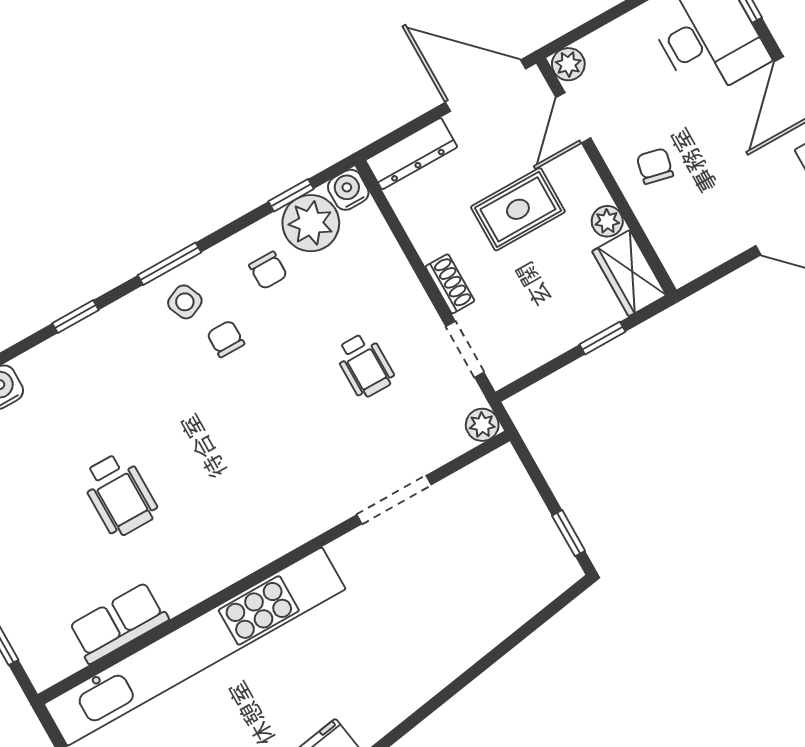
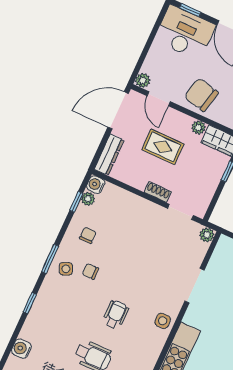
chair: (655, 166) -> (201, 95), width x1.87, depth x1.87
rug: (518, 209) -> (163, 147), turned 90
plant: (311, 223) -> (88, 199), width x0.53, depth x0.53
chair: (268, 270) -> (88, 235), turned -90
wheelchair: (365, 365) -> (116, 315), moved, turned -90
side table: (291, 521) -> (163, 321), added

